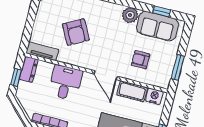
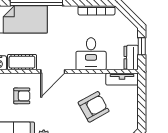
armchair: (76, 32) -> (94, 107), turned 89
door: (106, 75) -> (53, 71), swing flipped

